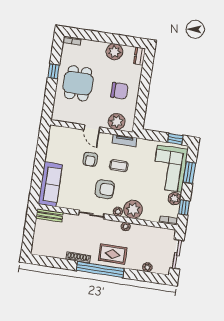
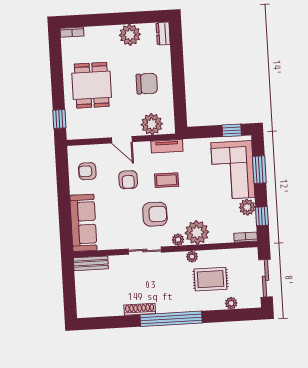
window: (54, 71) -> (59, 119), moved
armchair: (61, 146) -> (87, 171), added
rug: (113, 254) -> (211, 279), moved

